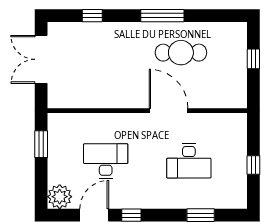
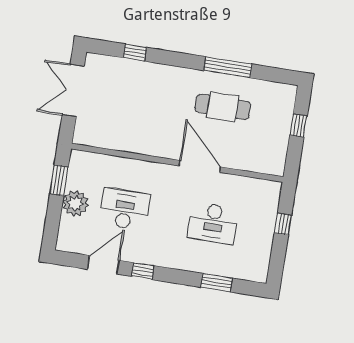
window: (162, 16) -> (228, 67), moved
window: (253, 165) -> (283, 224), moved
plant: (60, 197) -> (75, 203), moved

